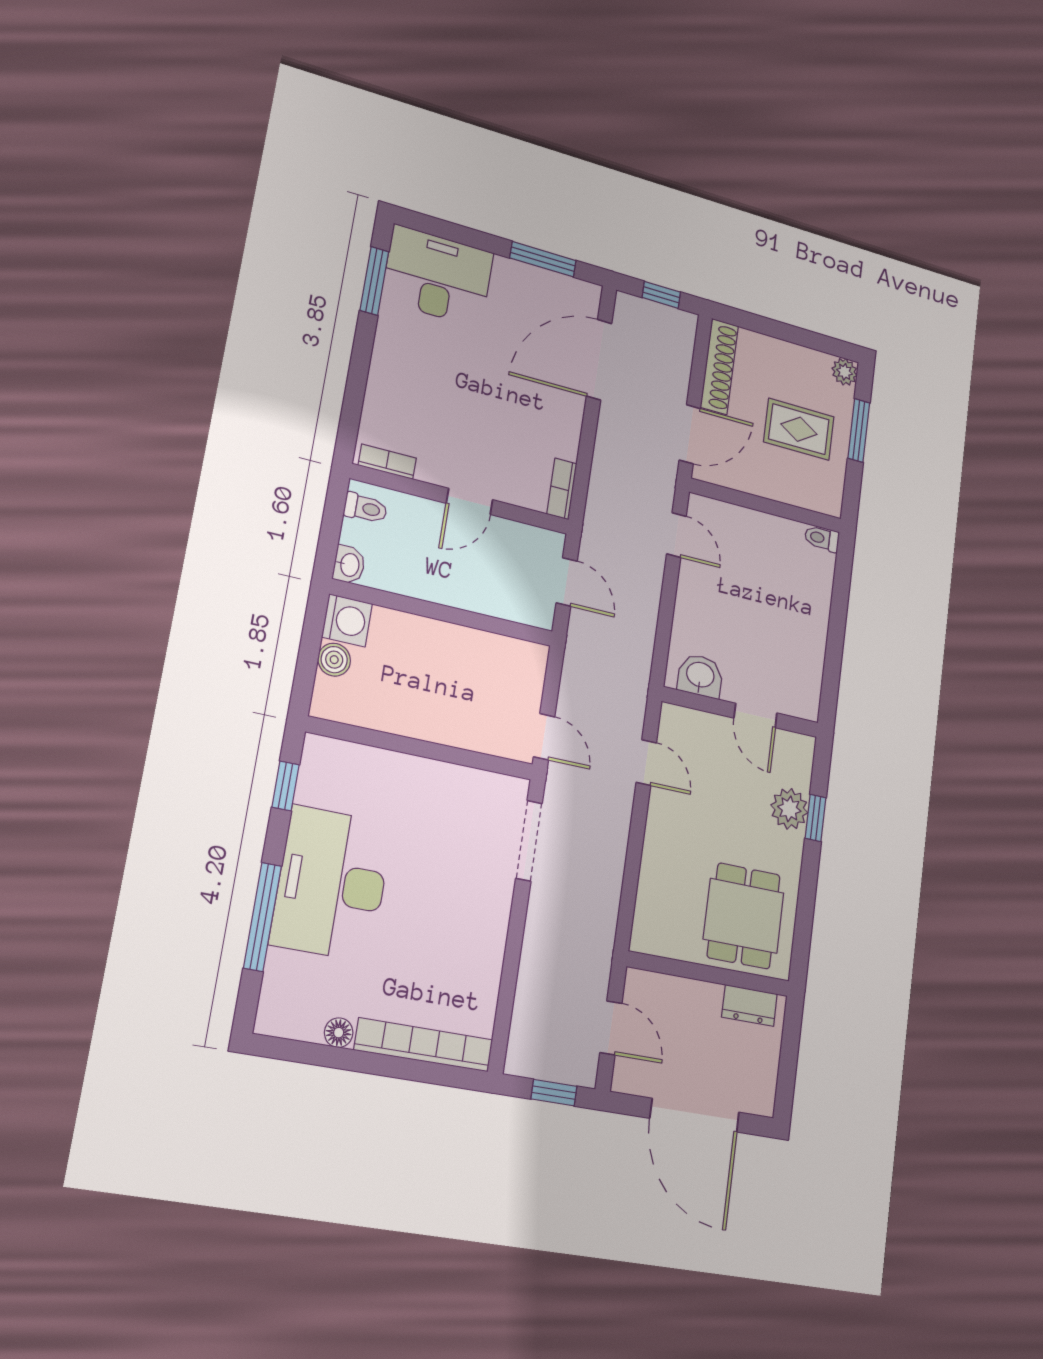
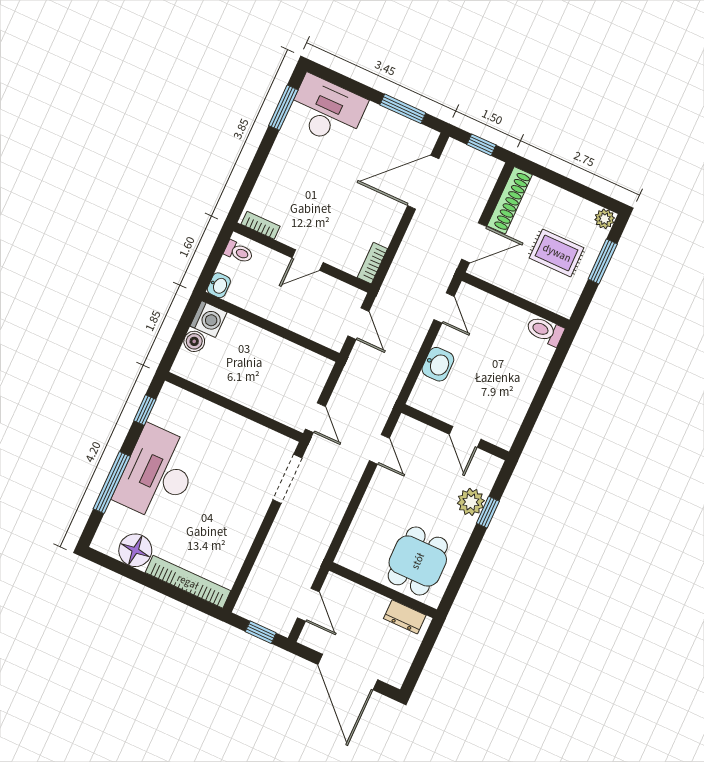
toilet: (822, 538) -> (545, 331), width x1.37, depth x1.39
washbasin: (700, 676) -> (438, 364), moved, turned 90
floor lamp: (339, 1033) -> (135, 550), width x1.89, depth x1.89

